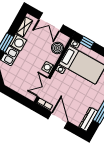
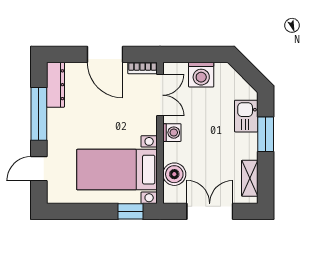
washing machine: (18, 42) -> (201, 75), moved, turned -90

